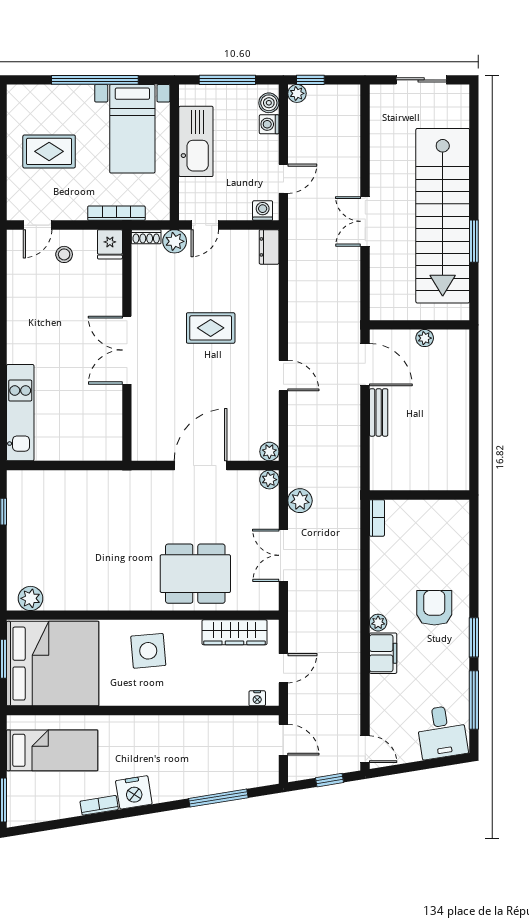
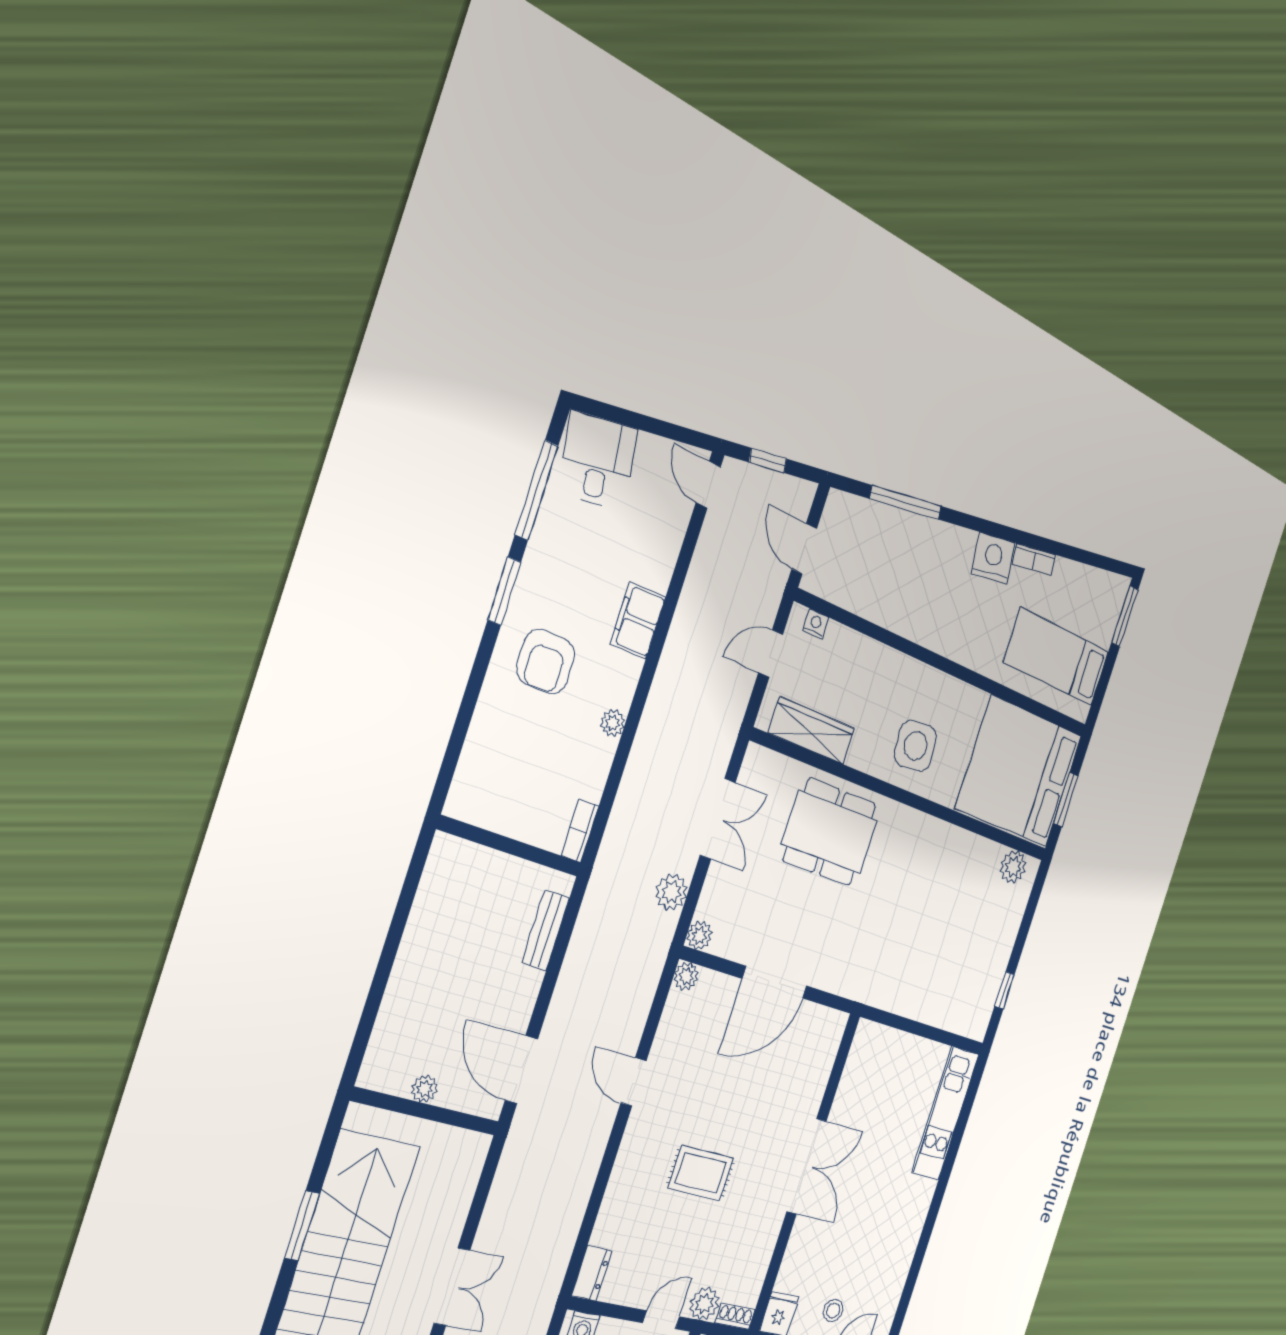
bench: (379, 412) -> (546, 930), moved
plant: (378, 623) -> (613, 723), moved

